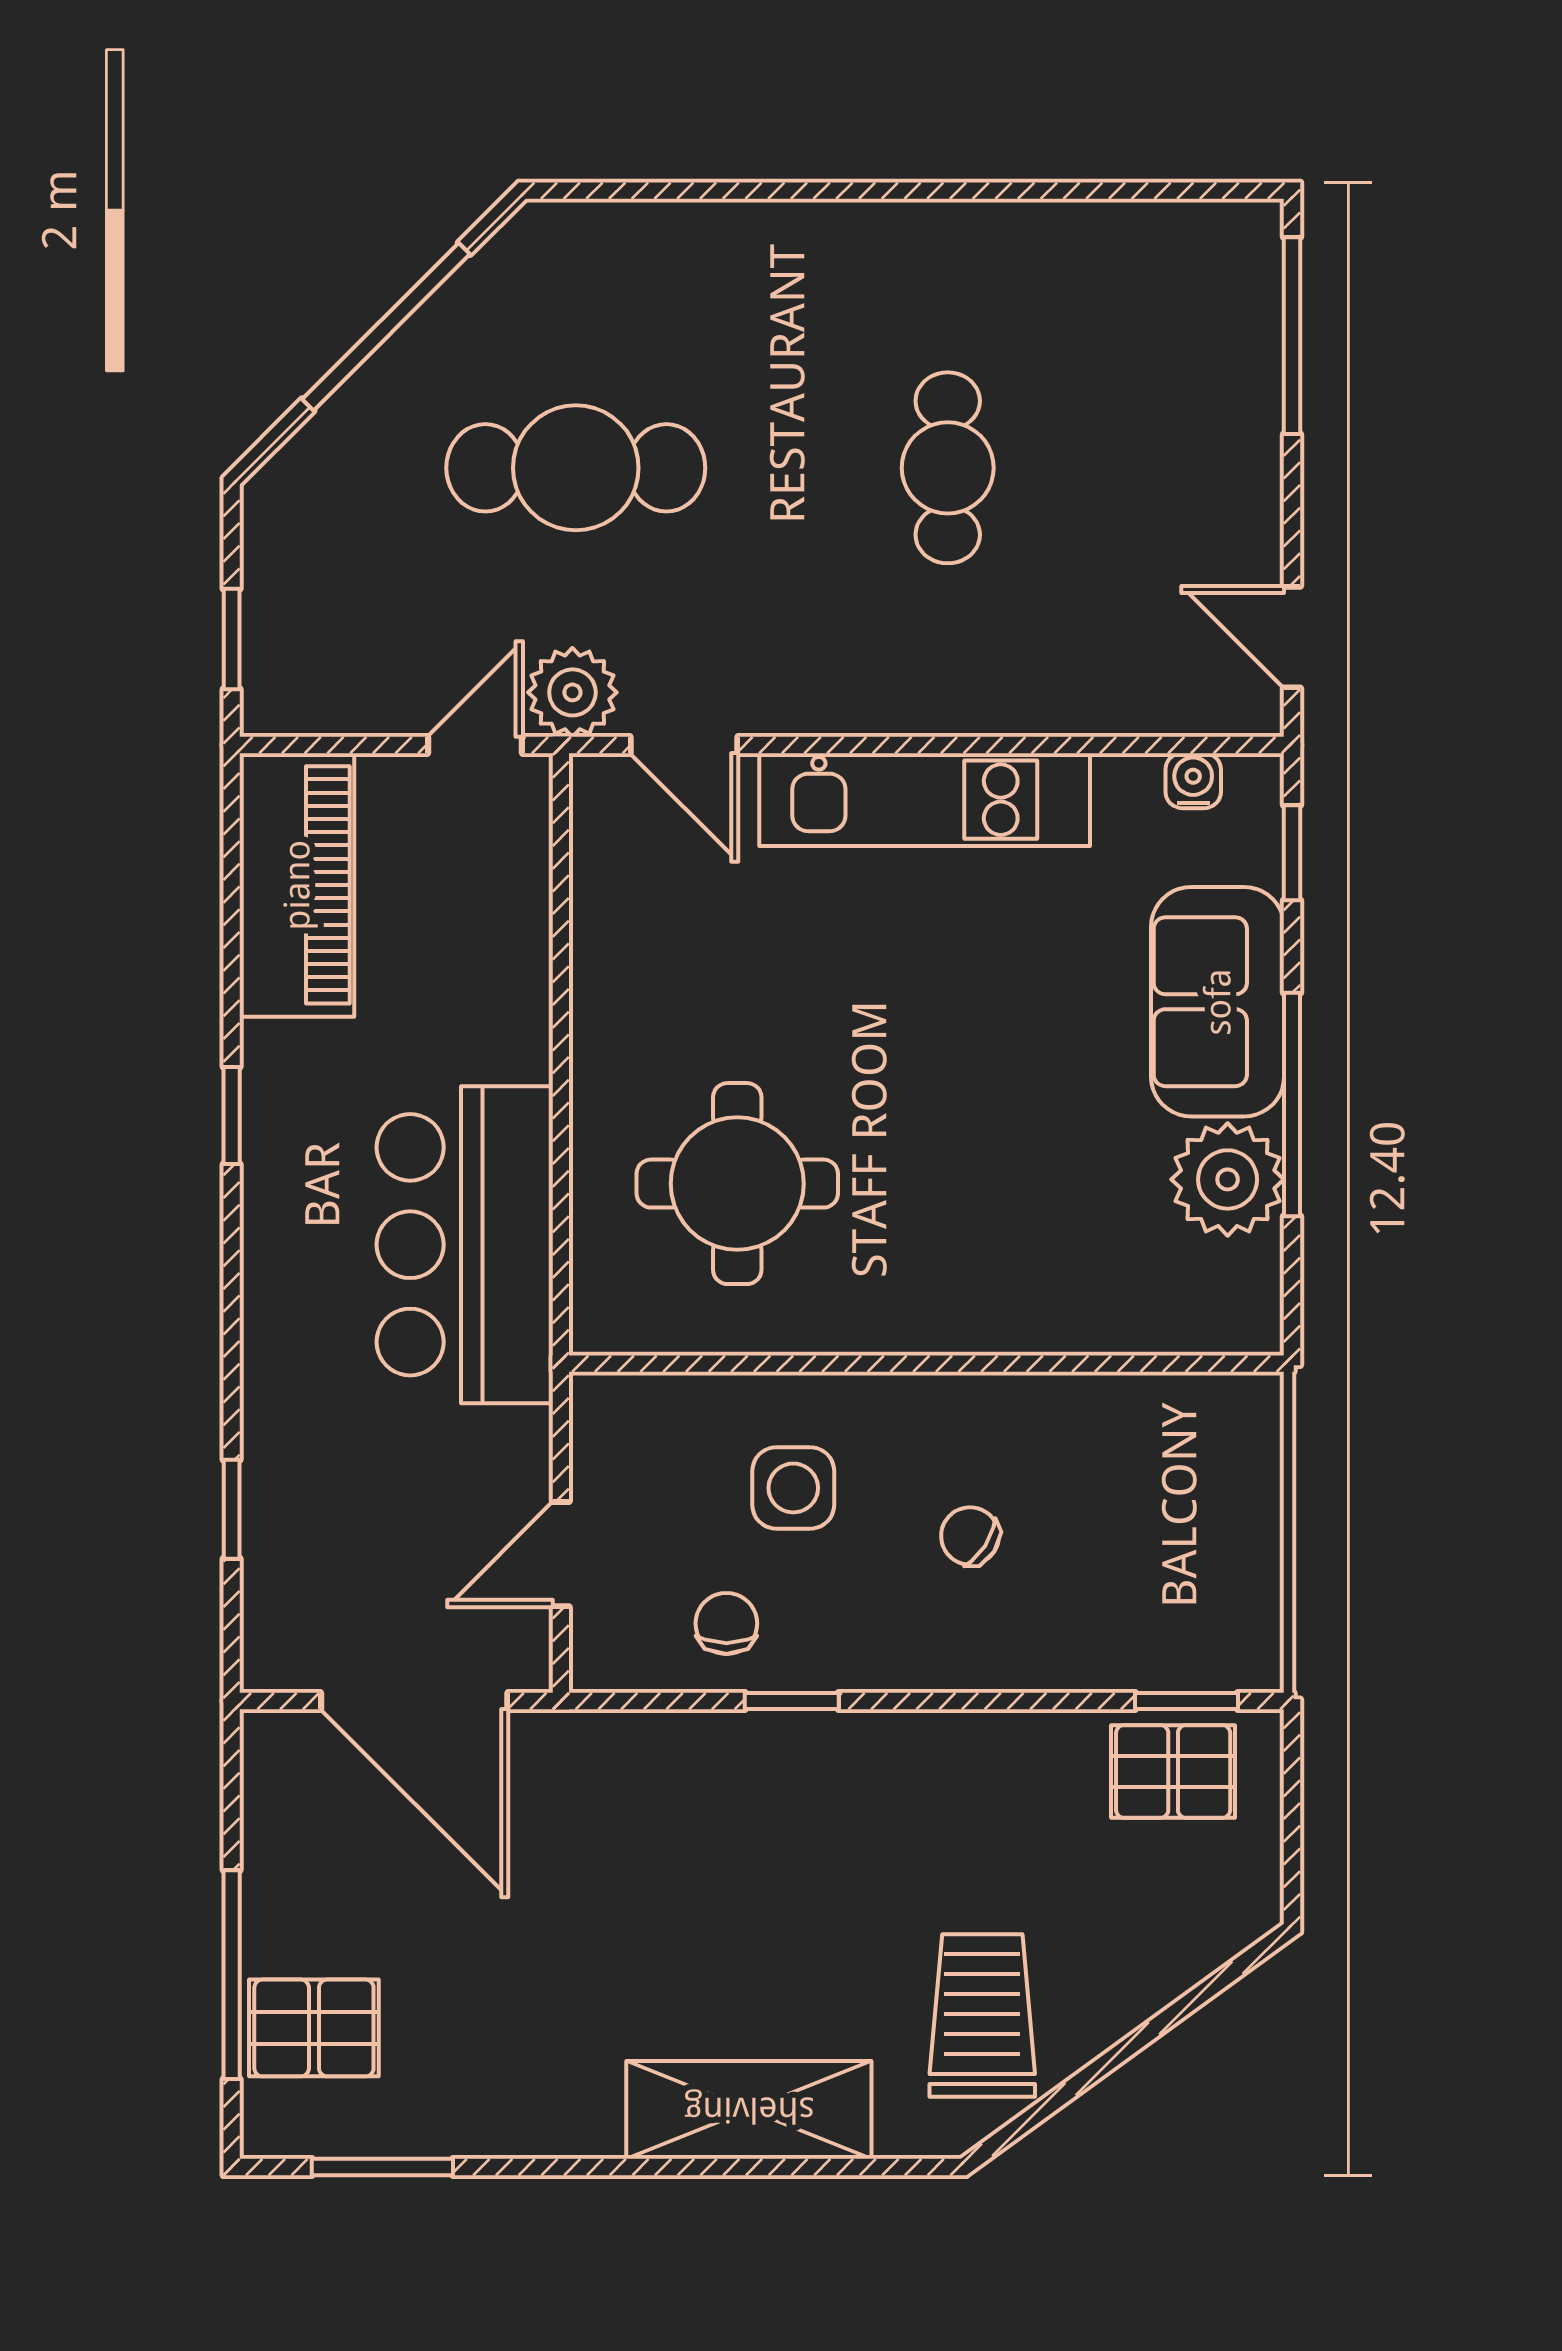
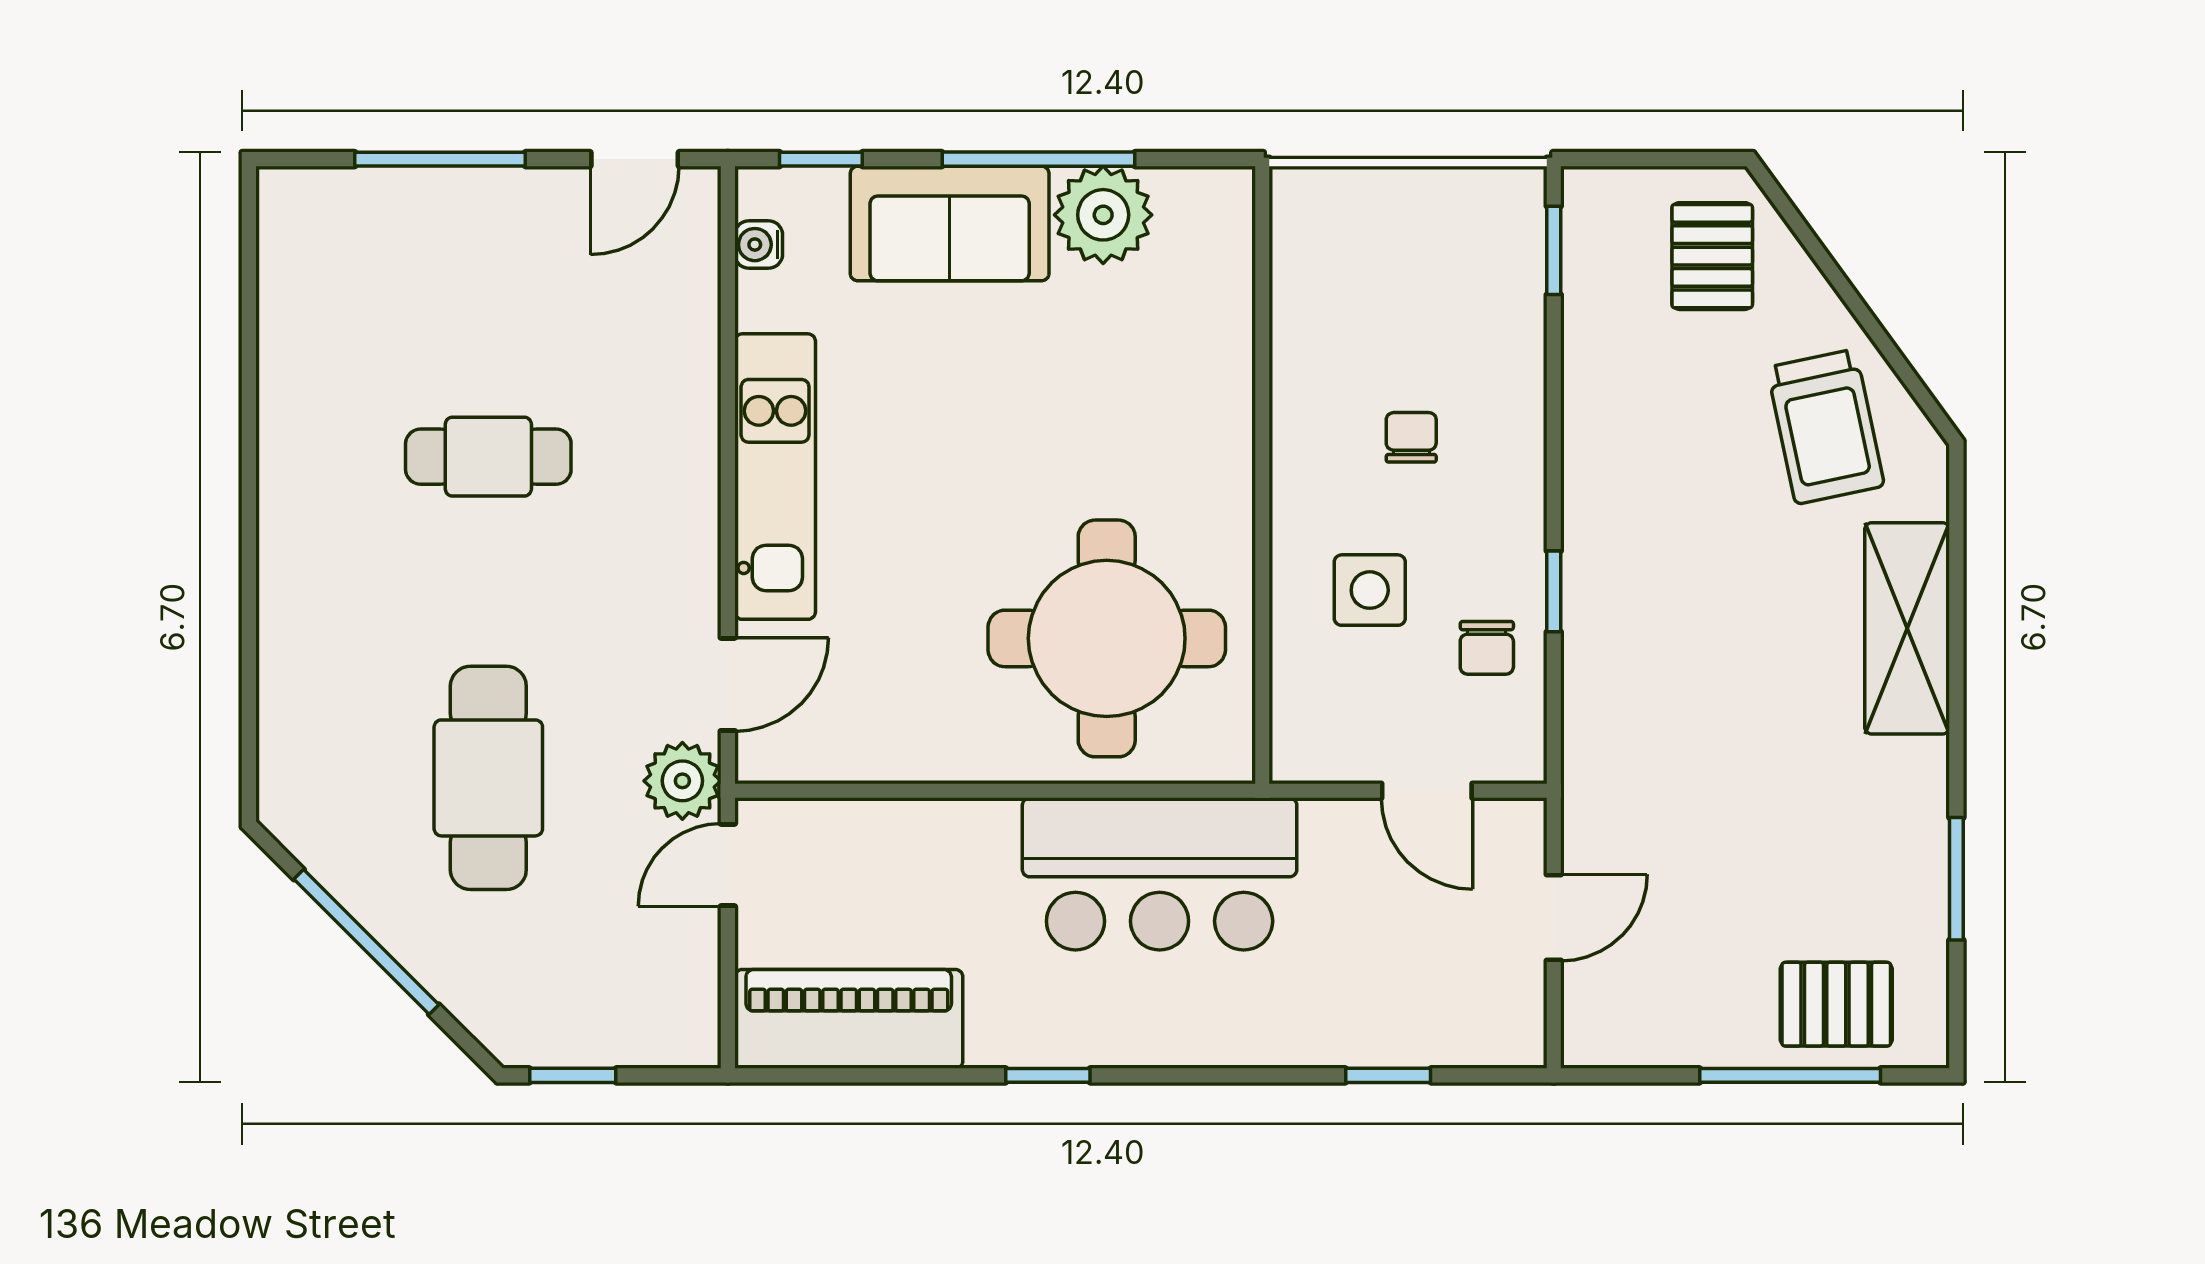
window: (1292, 336) -> (440, 159), moved
window: (232, 639) -> (573, 1075), moved
door: (475, 745) -> (728, 865), hinge flipped
round table: (737, 1184) -> (1107, 638), width x1.36, depth x1.36
chair: (970, 1536) -> (1411, 437), turned 147
chair: (726, 1623) -> (1487, 648), turned -90
door: (414, 1701) -> (1554, 917), width x0.53
pallet: (1173, 1771) -> (1712, 256), moved
trolley: (982, 2016) -> (1826, 427), turned -102
pallet: (314, 2028) -> (1836, 1004), turned 90
window: (382, 2167) -> (1956, 879), moved

